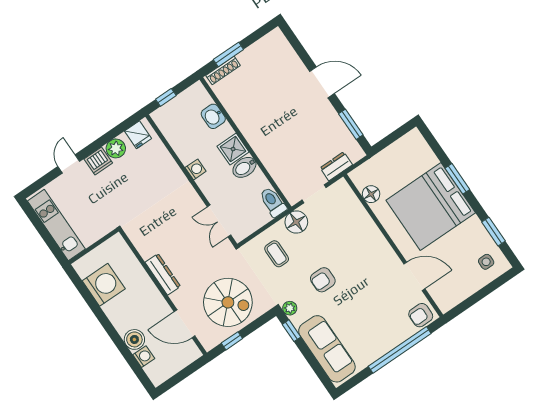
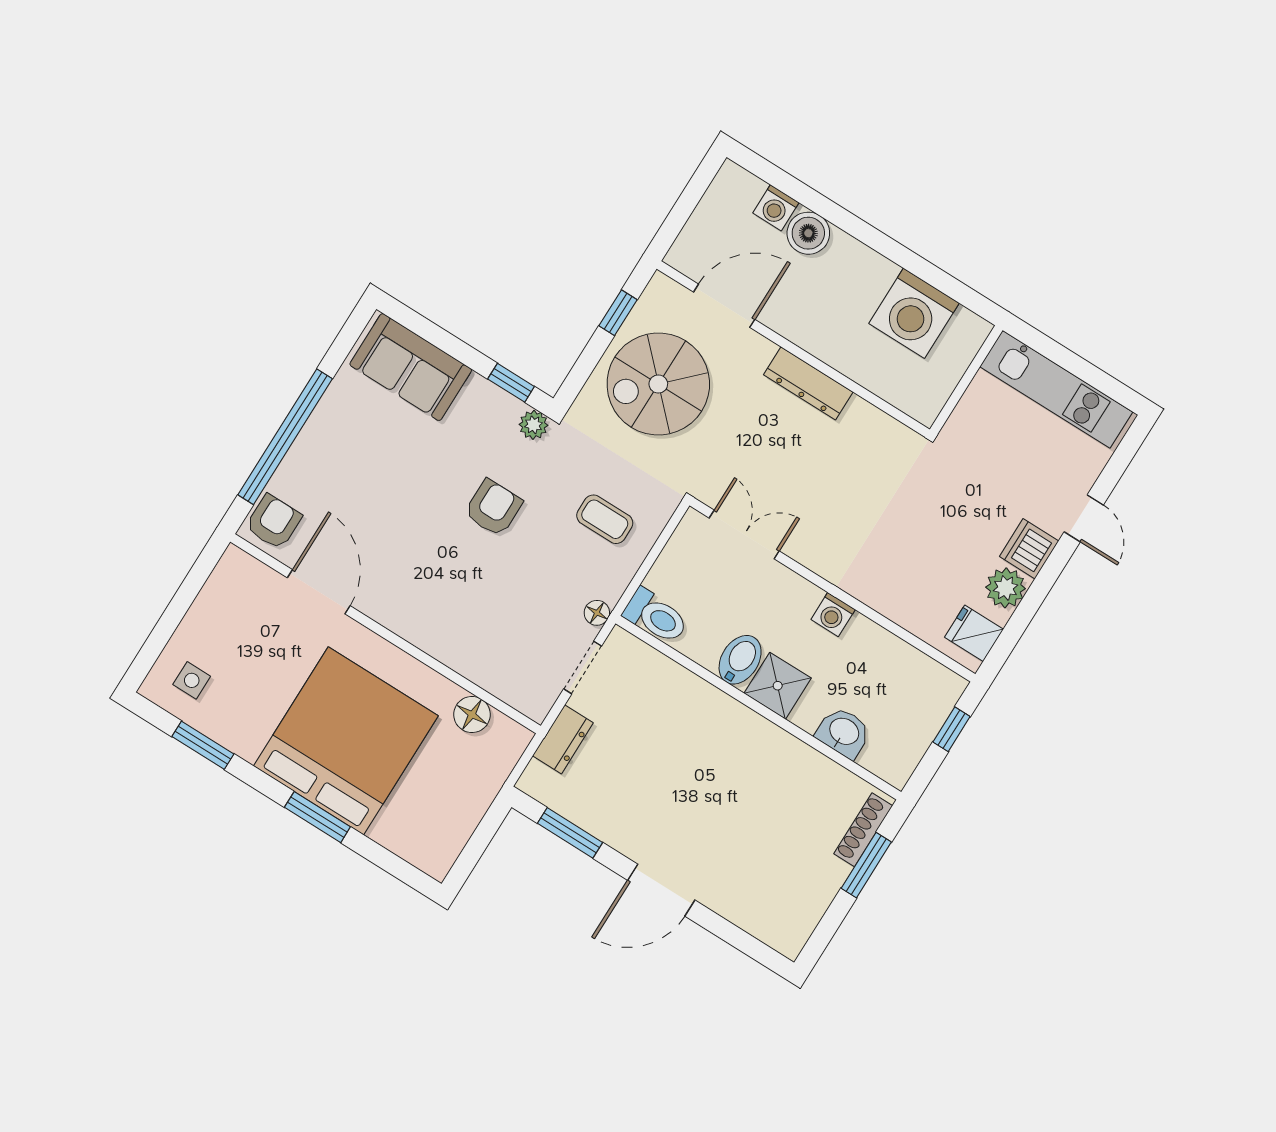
floor lamp: (296, 222) -> (597, 613), width x0.53, depth x0.53
door: (414, 276) -> (319, 592), swing flipped
sofa: (327, 349) -> (411, 367), width x0.73

